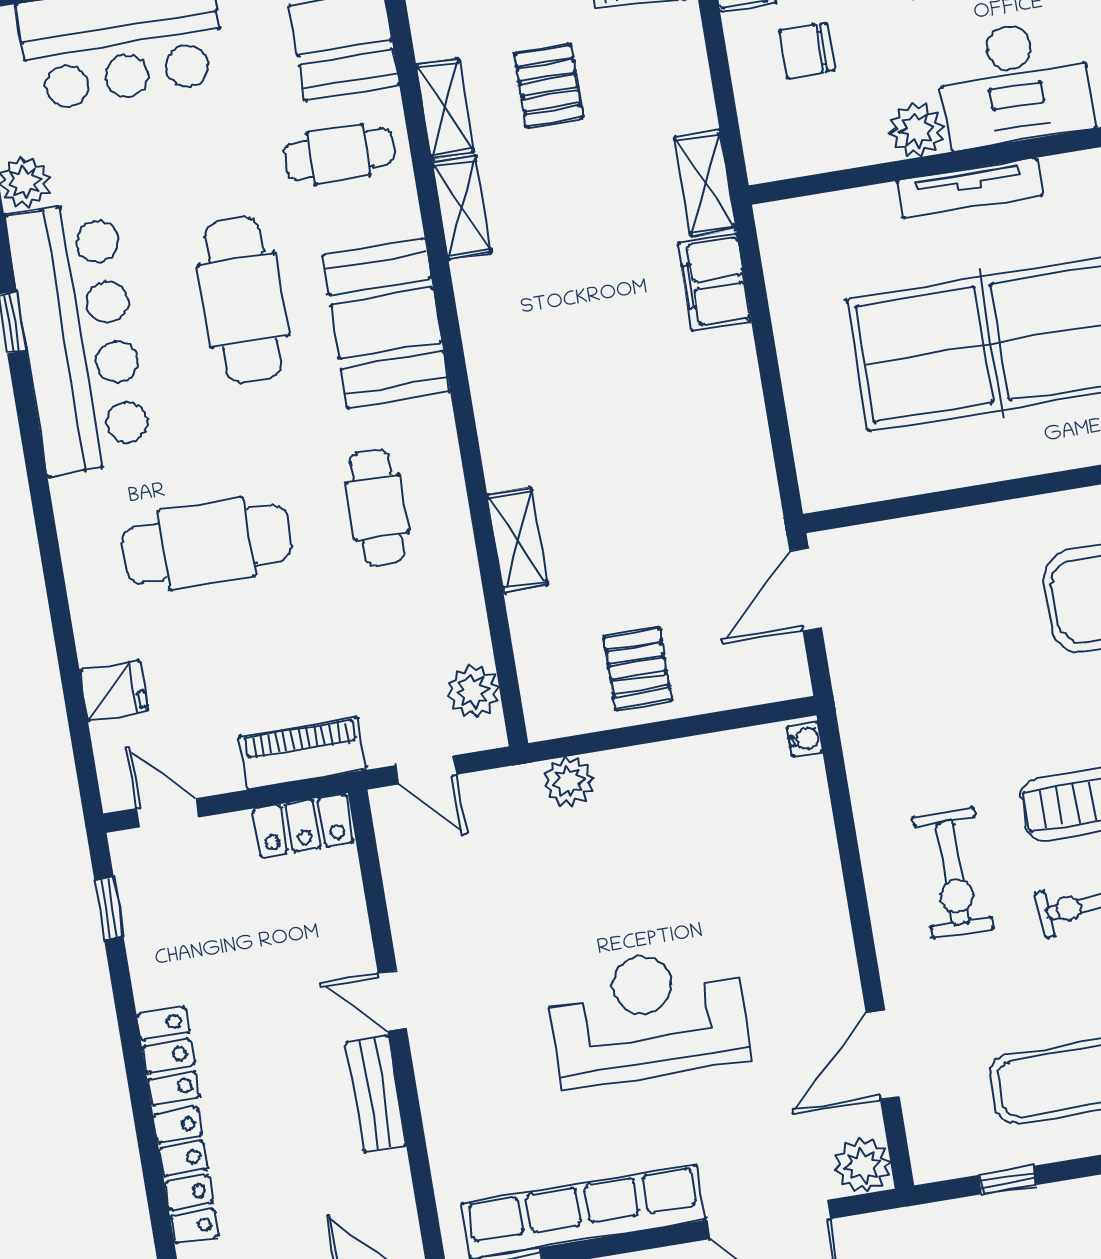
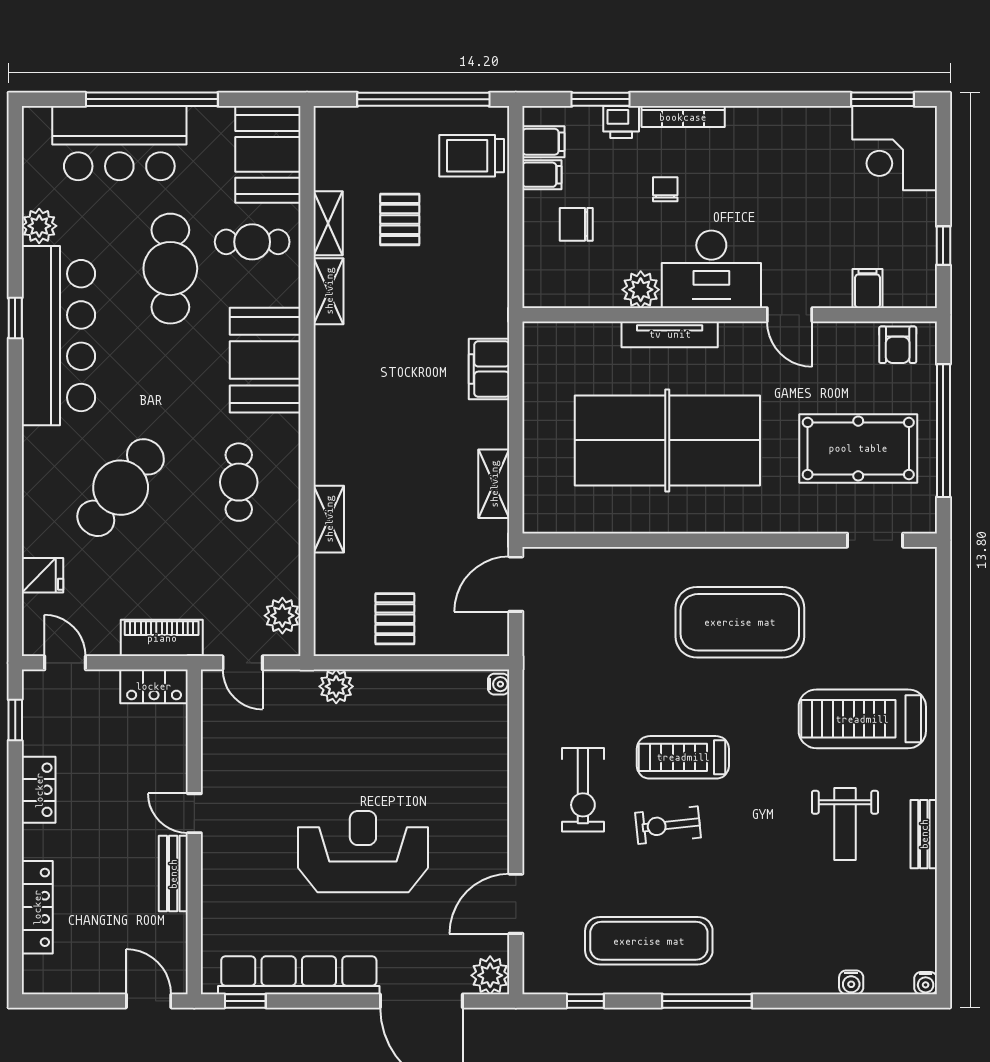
shelving: (705, 183) -> (494, 484), moved
cafe table: (243, 300) -> (170, 269), moved
cafe table: (206, 544) -> (121, 488), turned -51
locker: (168, 1056) -> (39, 790), moved

